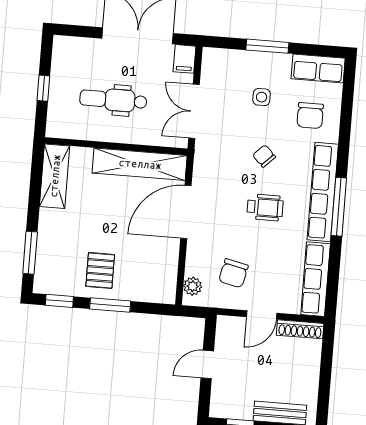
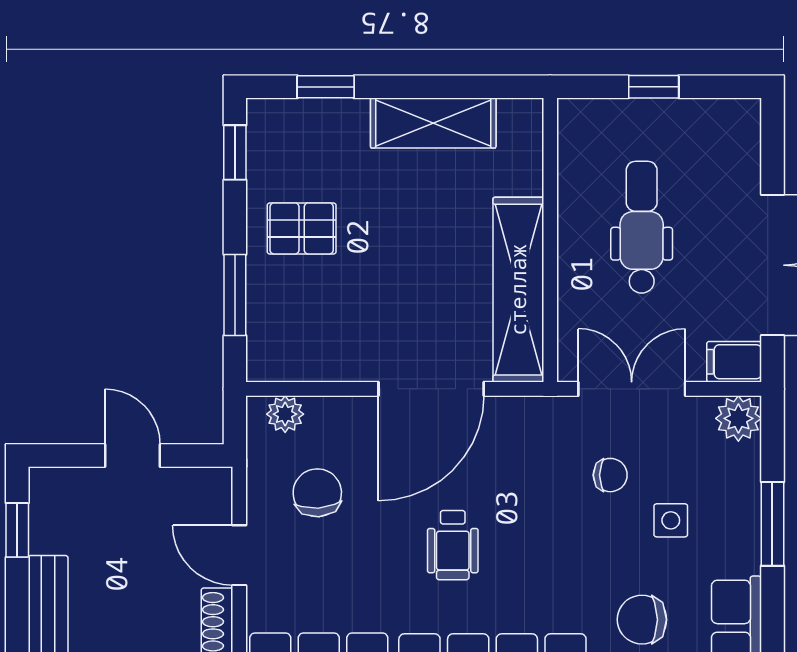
plant: (213, 59) -> (738, 418), added
chair: (264, 156) -> (610, 475), moved, turned 45
shelving: (55, 176) -> (433, 123), moved
door: (186, 212) -> (431, 389), swing flipped
window: (30, 253) -> (326, 87), width x0.67
chair: (233, 273) -> (317, 493), turned 73
window: (110, 305) -> (235, 295), moved

